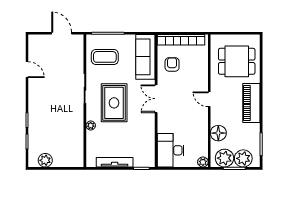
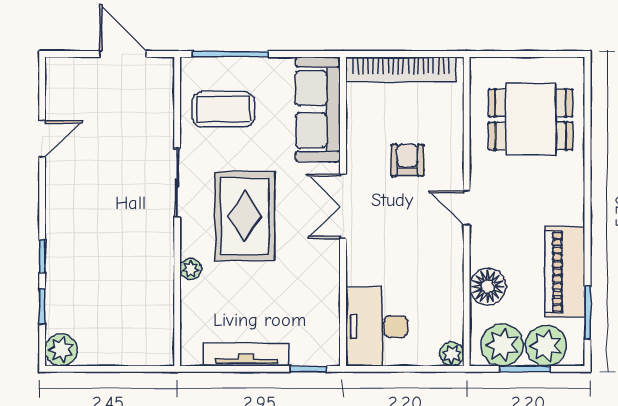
armchair: (172, 64) -> (407, 160), moved
door: (27, 70) -> (42, 139), hinge flipped
piano: (251, 103) -> (565, 272), moved
plant: (45, 160) -> (61, 350), moved

